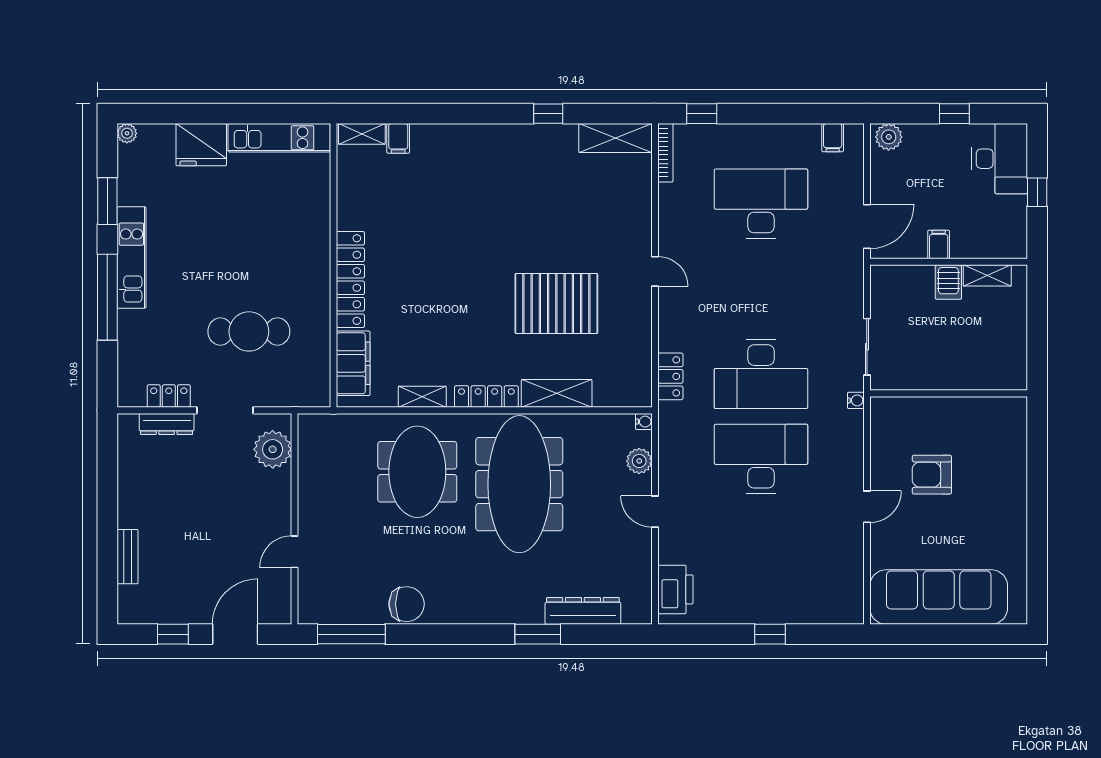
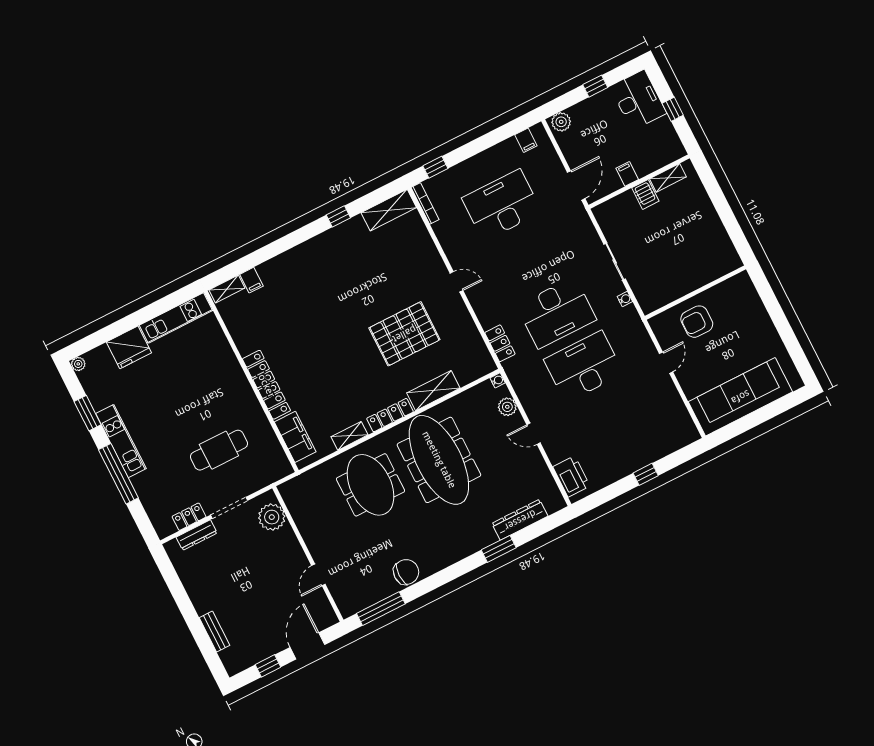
wall: (949, 393) -> (695, 293), moved

